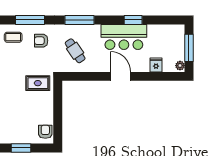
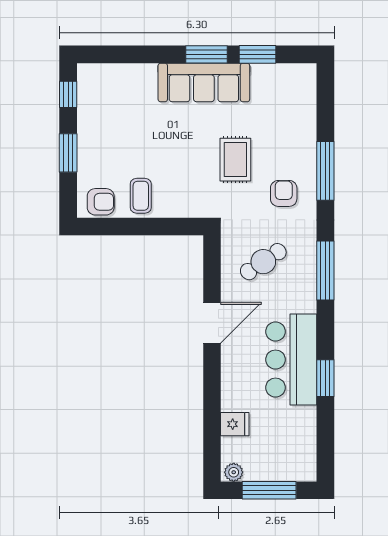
coffee table: (13, 37) -> (141, 196), moved
door: (121, 76) -> (212, 323), moved
rug: (38, 83) -> (235, 160), moved

